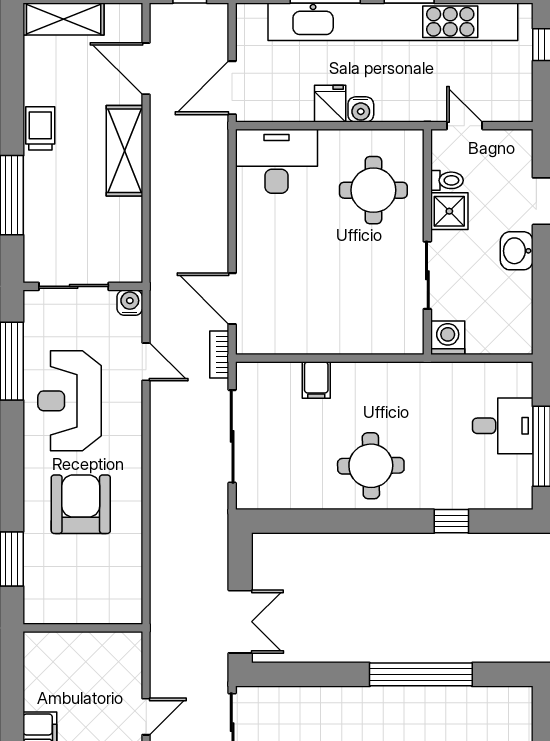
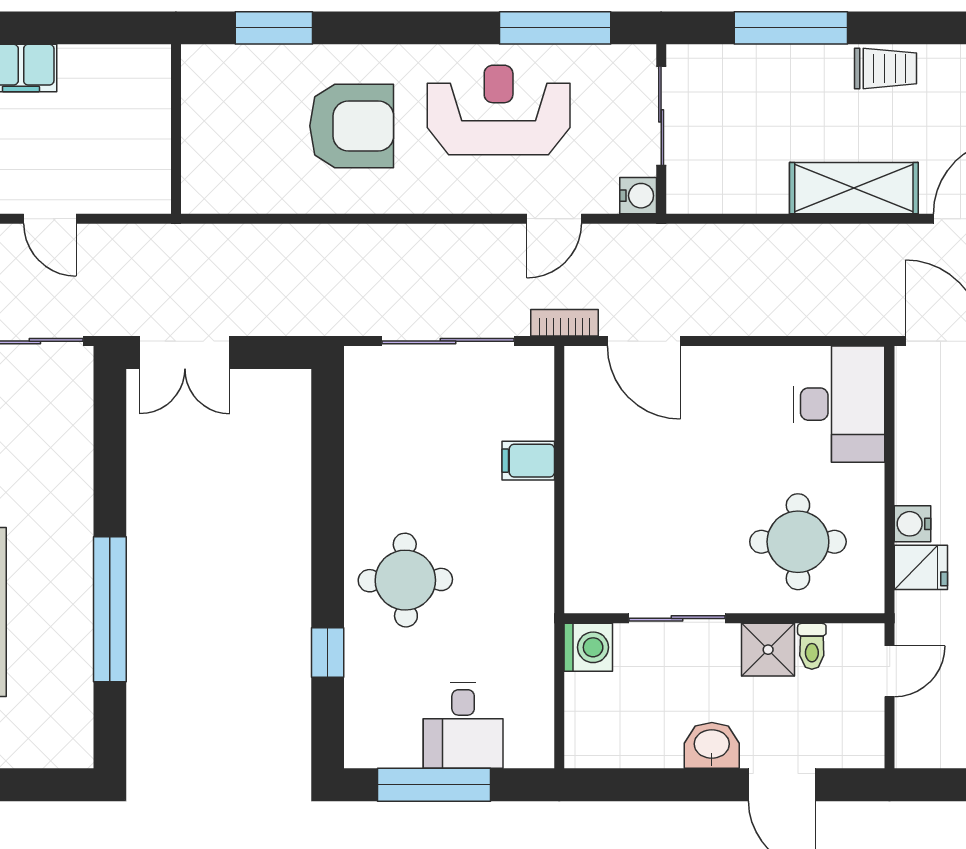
fridge: (330, 104) -> (921, 567), moved
door: (232, 299) -> (644, 341), swing flipped
round table: (371, 466) -> (405, 580), moved

